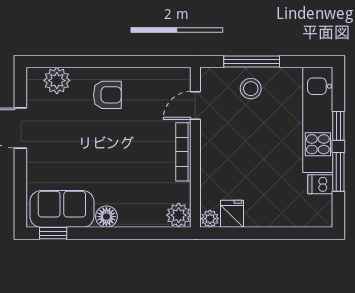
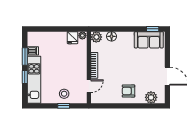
window: (252, 62) -> (64, 106), width x0.46
floor lamp: (106, 217) -> (112, 36), moved

